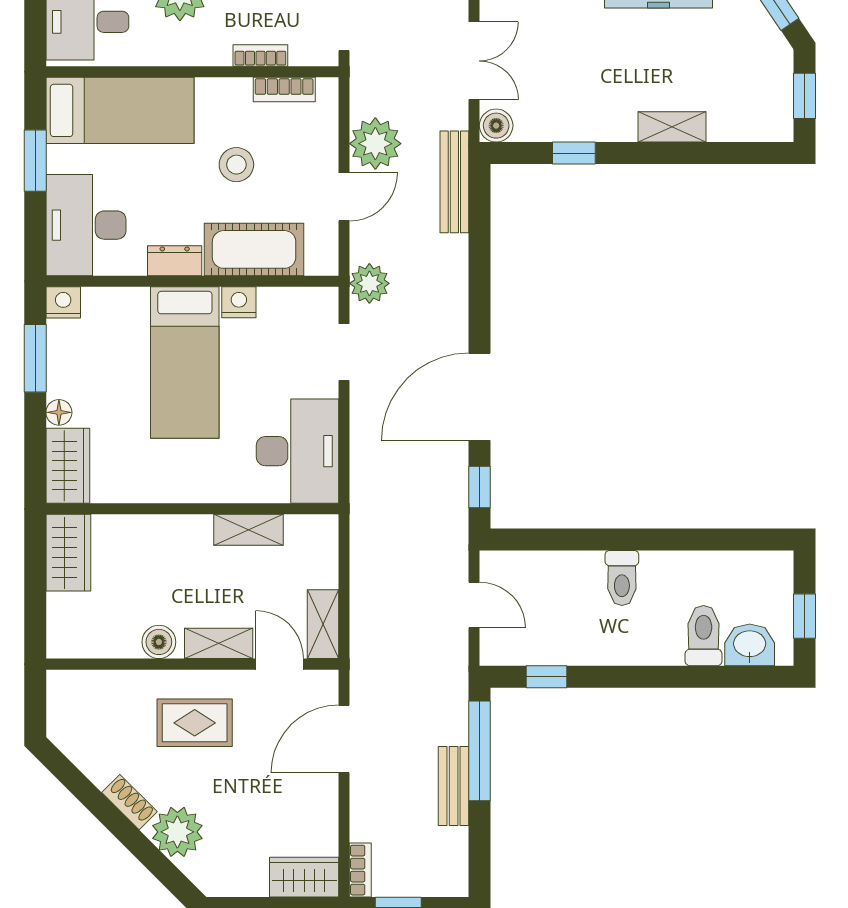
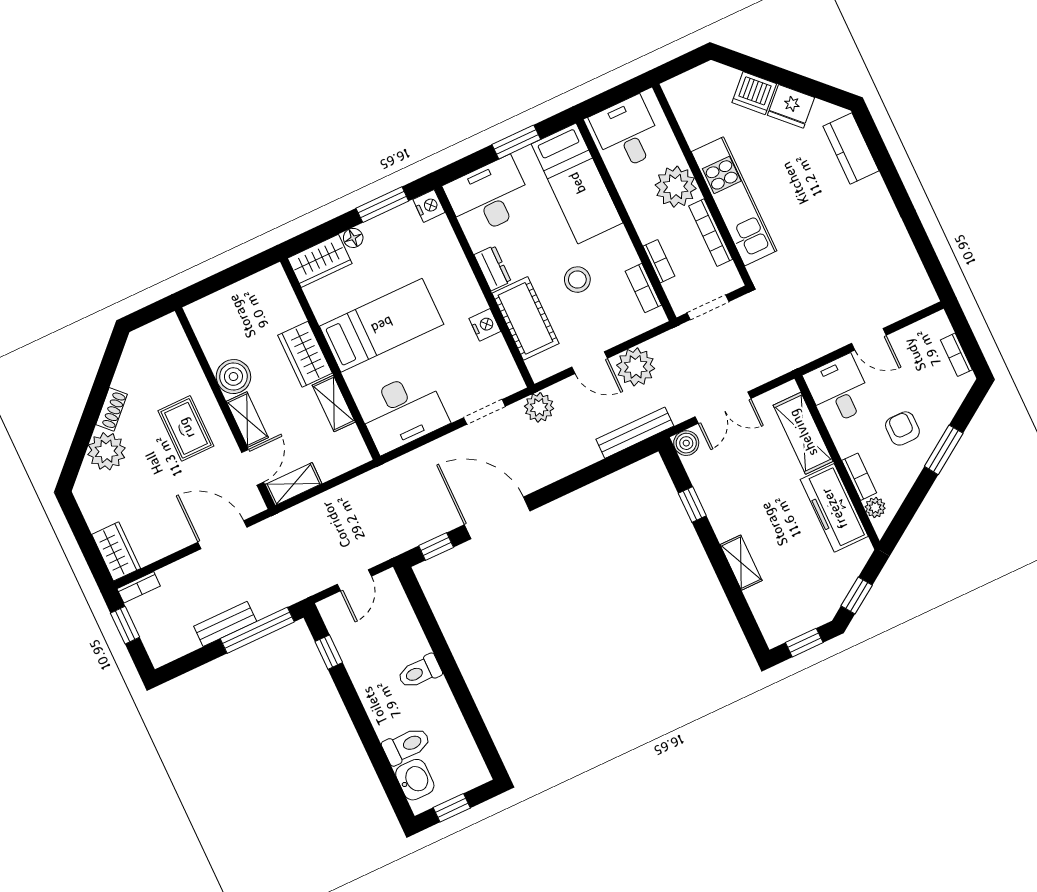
bed: (185, 363) -> (382, 325), moved, turned 180
wardrobe: (68, 553) -> (305, 354), moved, turned 90
boiler: (159, 642) -> (233, 377), width x1.36, depth x1.36

